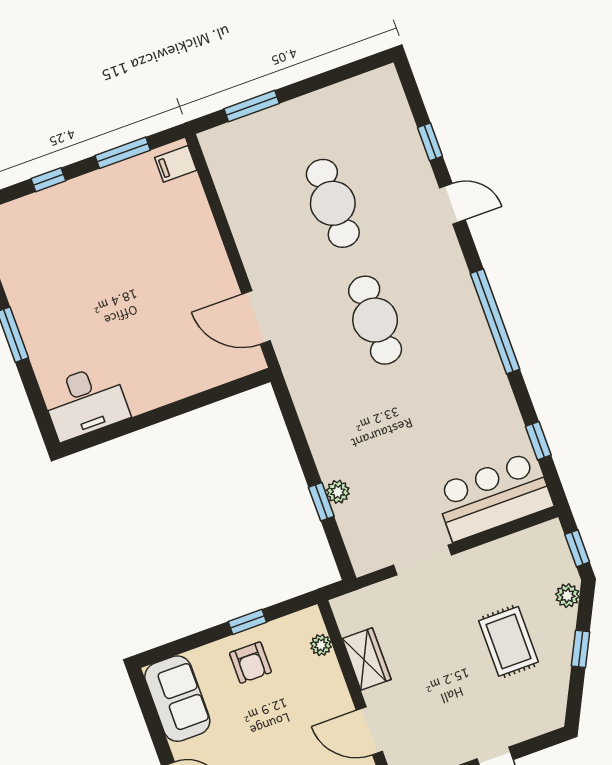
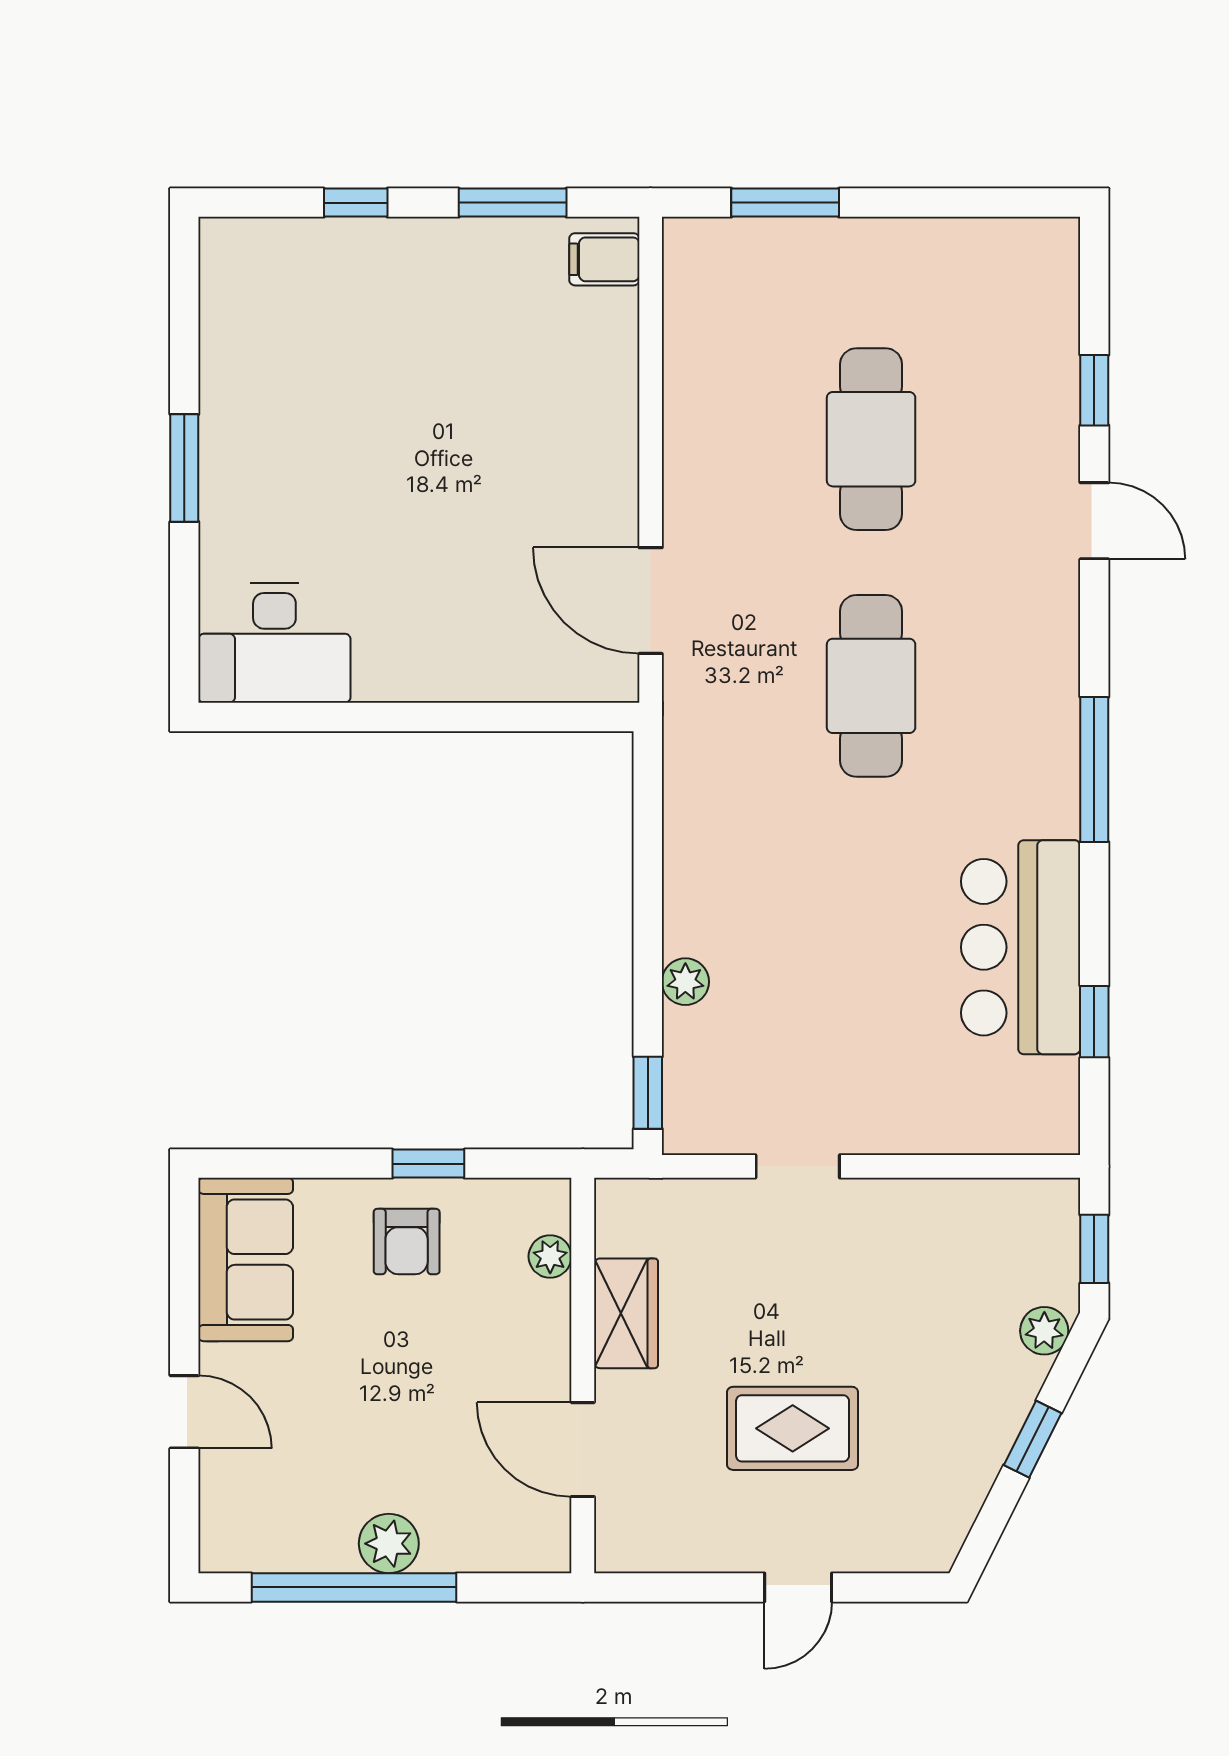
window: (495, 321) -> (1094, 770), width x0.68
bar counter: (493, 496) -> (1021, 947), moved, turned -90
window: (321, 502) -> (648, 1093), moved
doorway: (423, 560) -> (798, 1166), width x0.73
rug: (509, 641) -> (793, 1428), moved, turned 90

